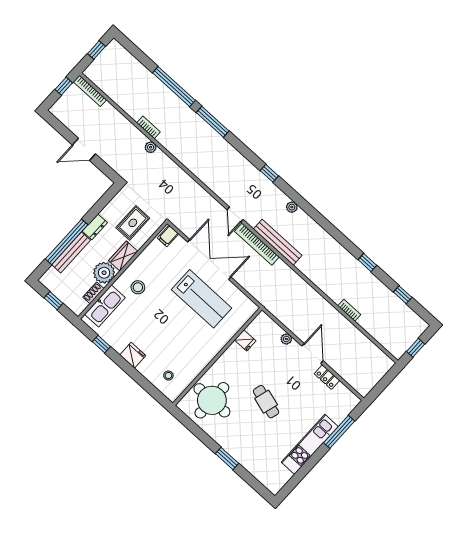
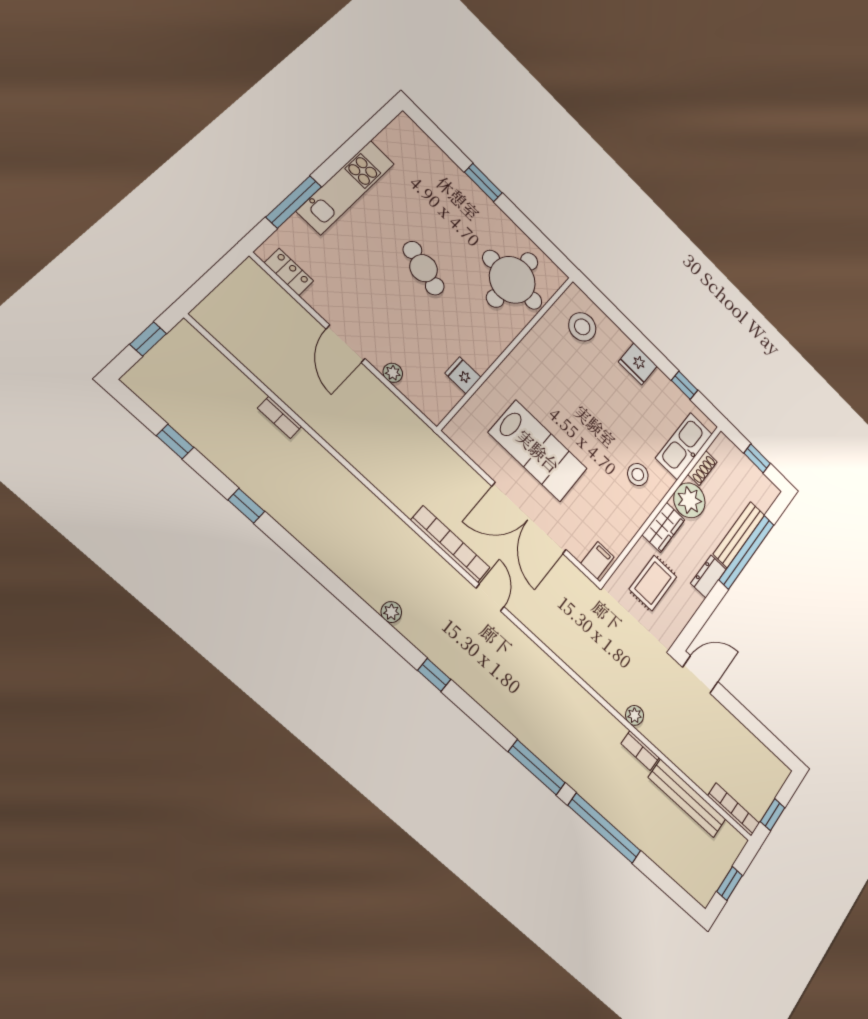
door: (84, 149) -> (700, 675), moved
bench: (278, 242) -> (687, 798), moved
lab bench: (202, 299) -> (538, 451), turned 180
stool: (168, 376) -> (582, 327), width x1.89, depth x1.89
locker: (327, 377) -> (289, 272), moved

